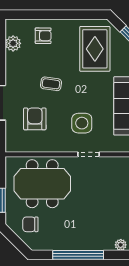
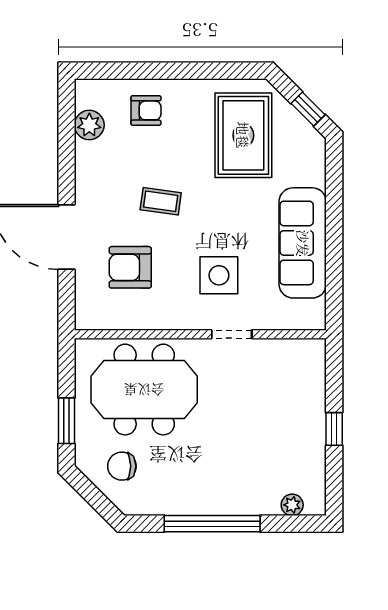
armchair: (35, 119) -> (130, 267), turned -90

